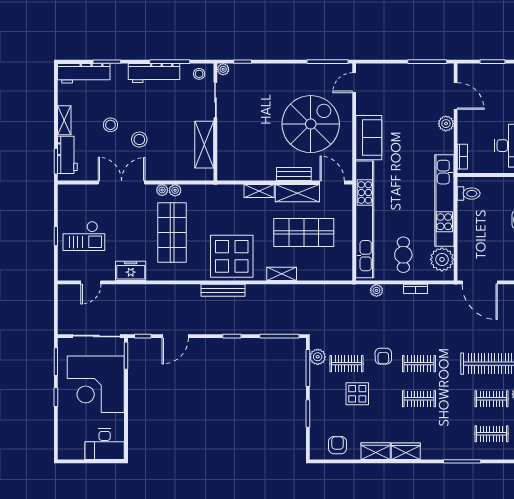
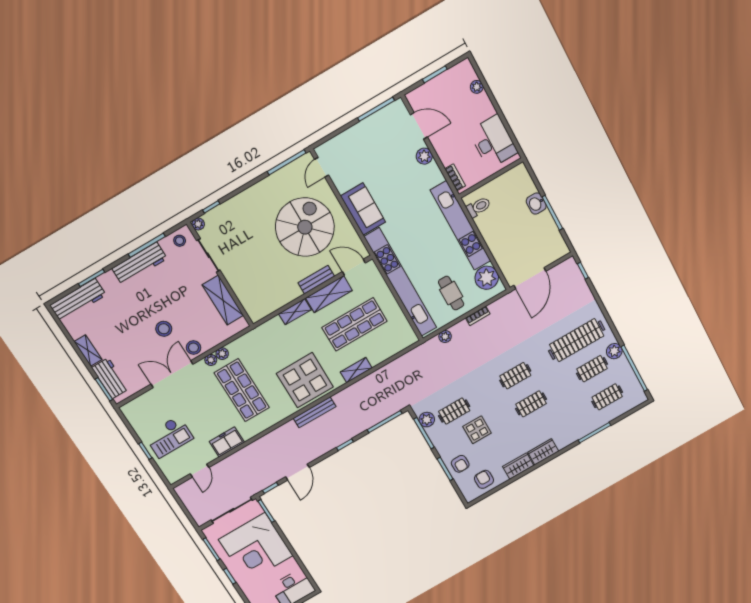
stool: (110, 125) -> (193, 348), moved
door: (480, 282) -> (530, 278), hinge flipped
armchair: (383, 356) -> (460, 464), moved

